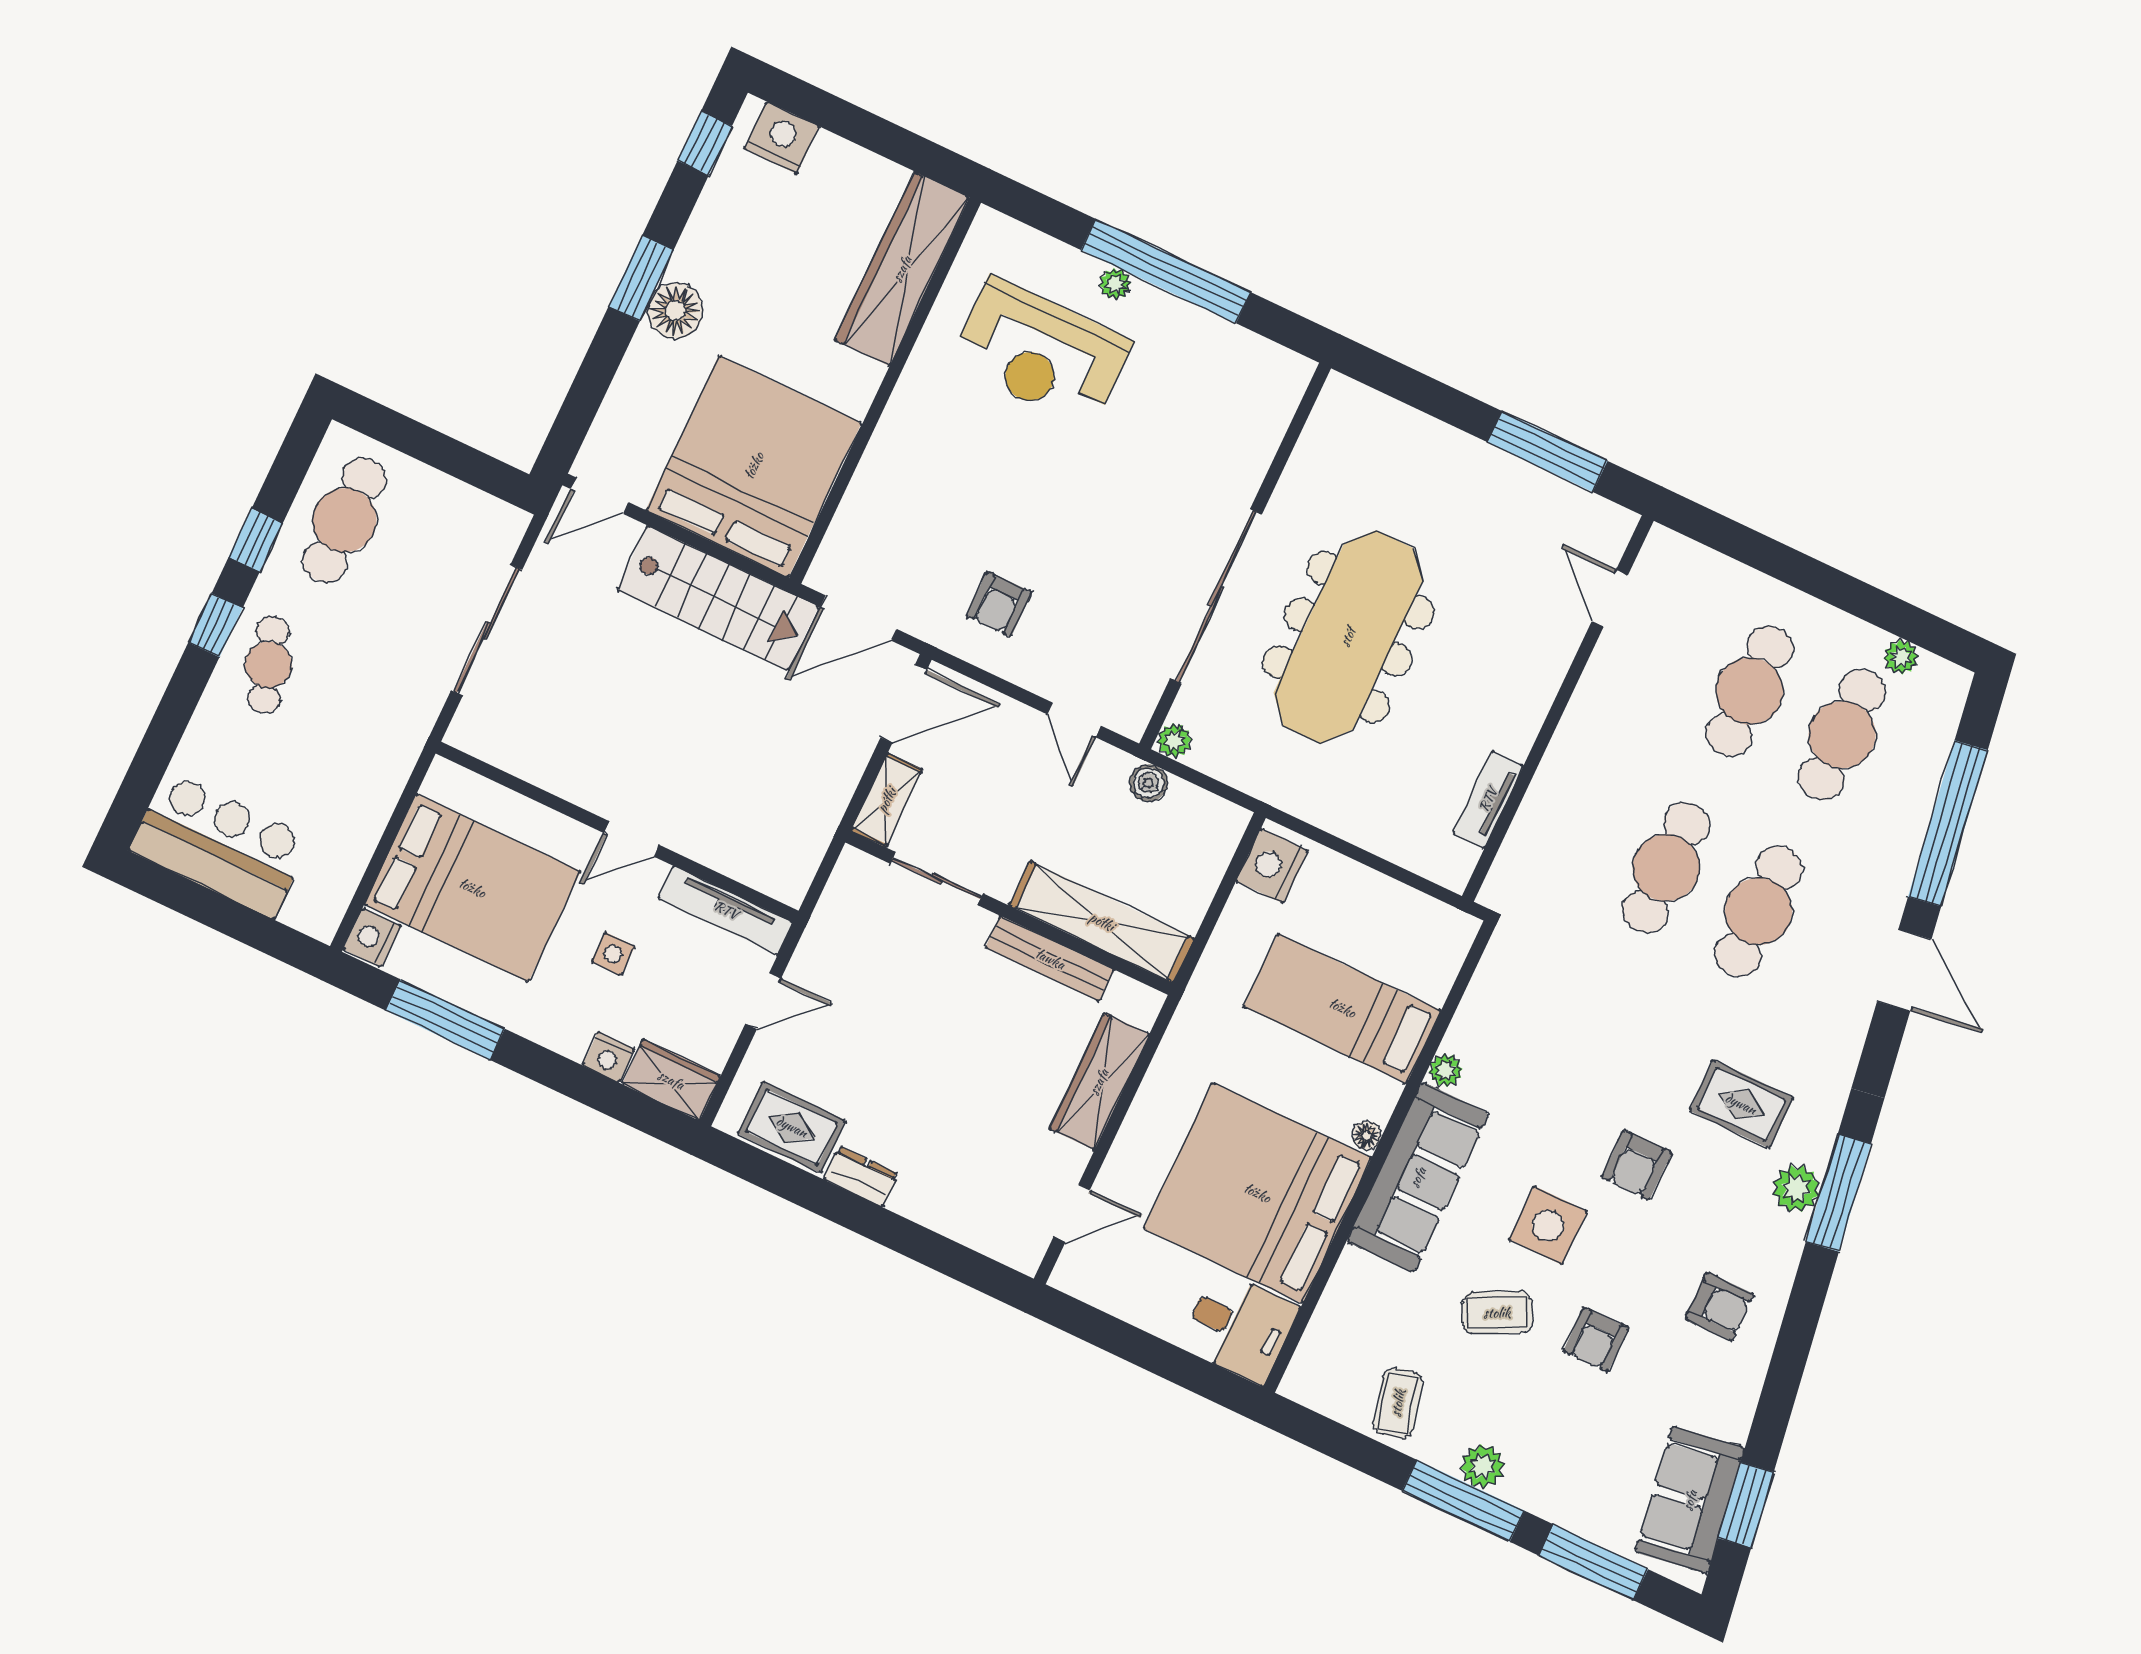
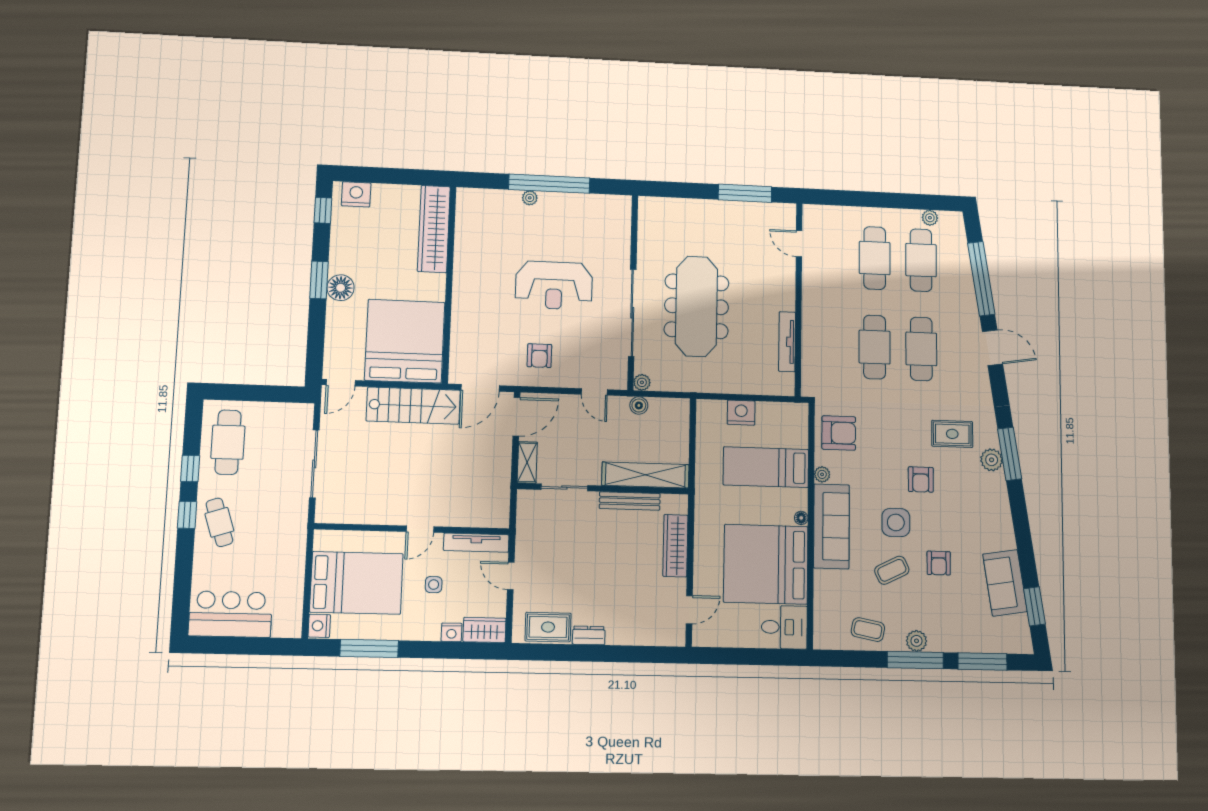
reception desk: (1041, 353) -> (554, 285), moved
tv unit: (1488, 800) -> (787, 342), width x1.41
nightstand: (1272, 866) -> (741, 413), moved, turned 90
door: (763, 1001) -> (511, 576), swing flipped
armchair: (1719, 1307) -> (839, 433), moved, width x1.38, depth x1.38
coffee table: (1398, 1403) -> (868, 630), turned -65
sofa: (1690, 1500) -> (1005, 583), moved

